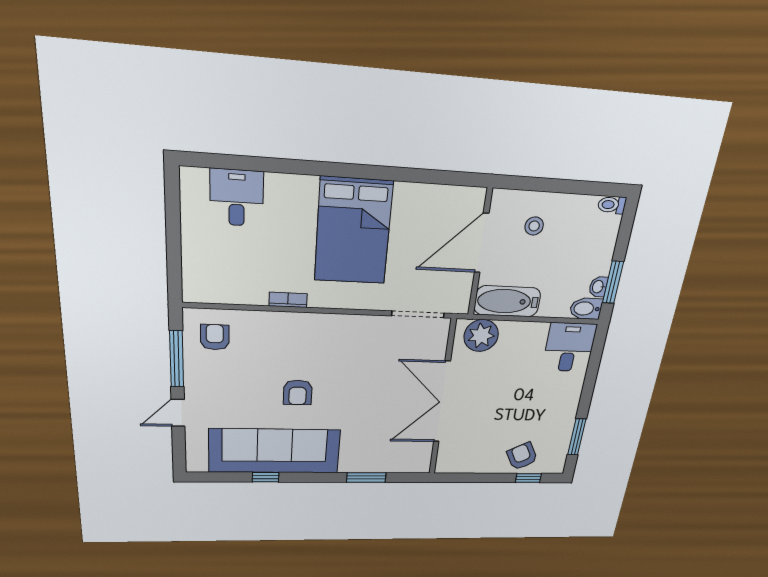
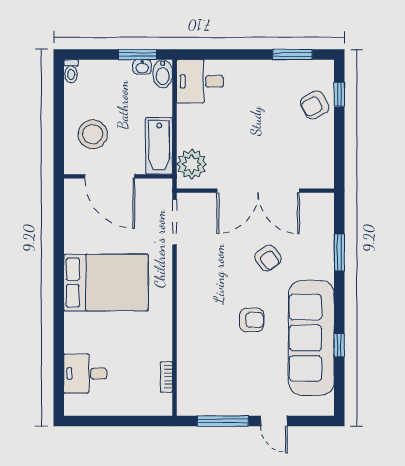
stool: (534, 226) -> (93, 134), width x1.89, depth x1.89
bookcase: (288, 300) -> (166, 377), moved
armchair: (215, 337) -> (268, 258), moved, turned -127

